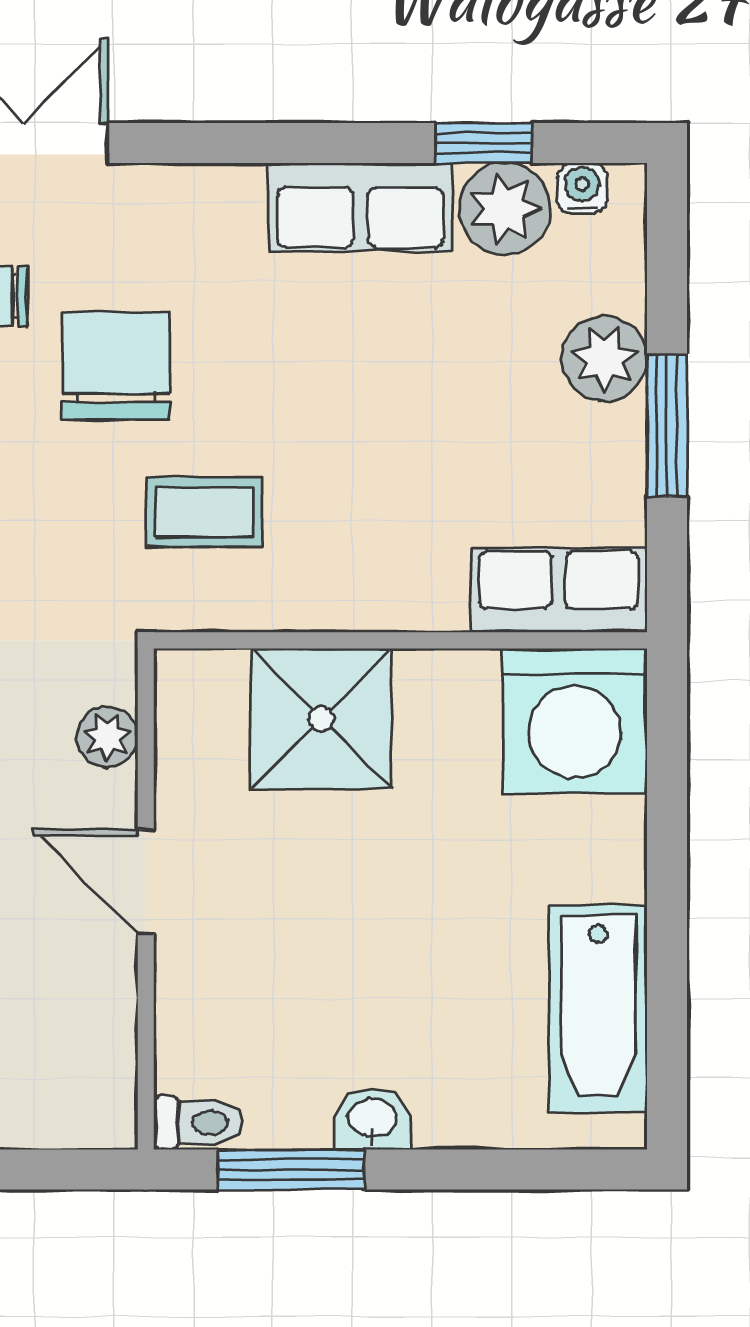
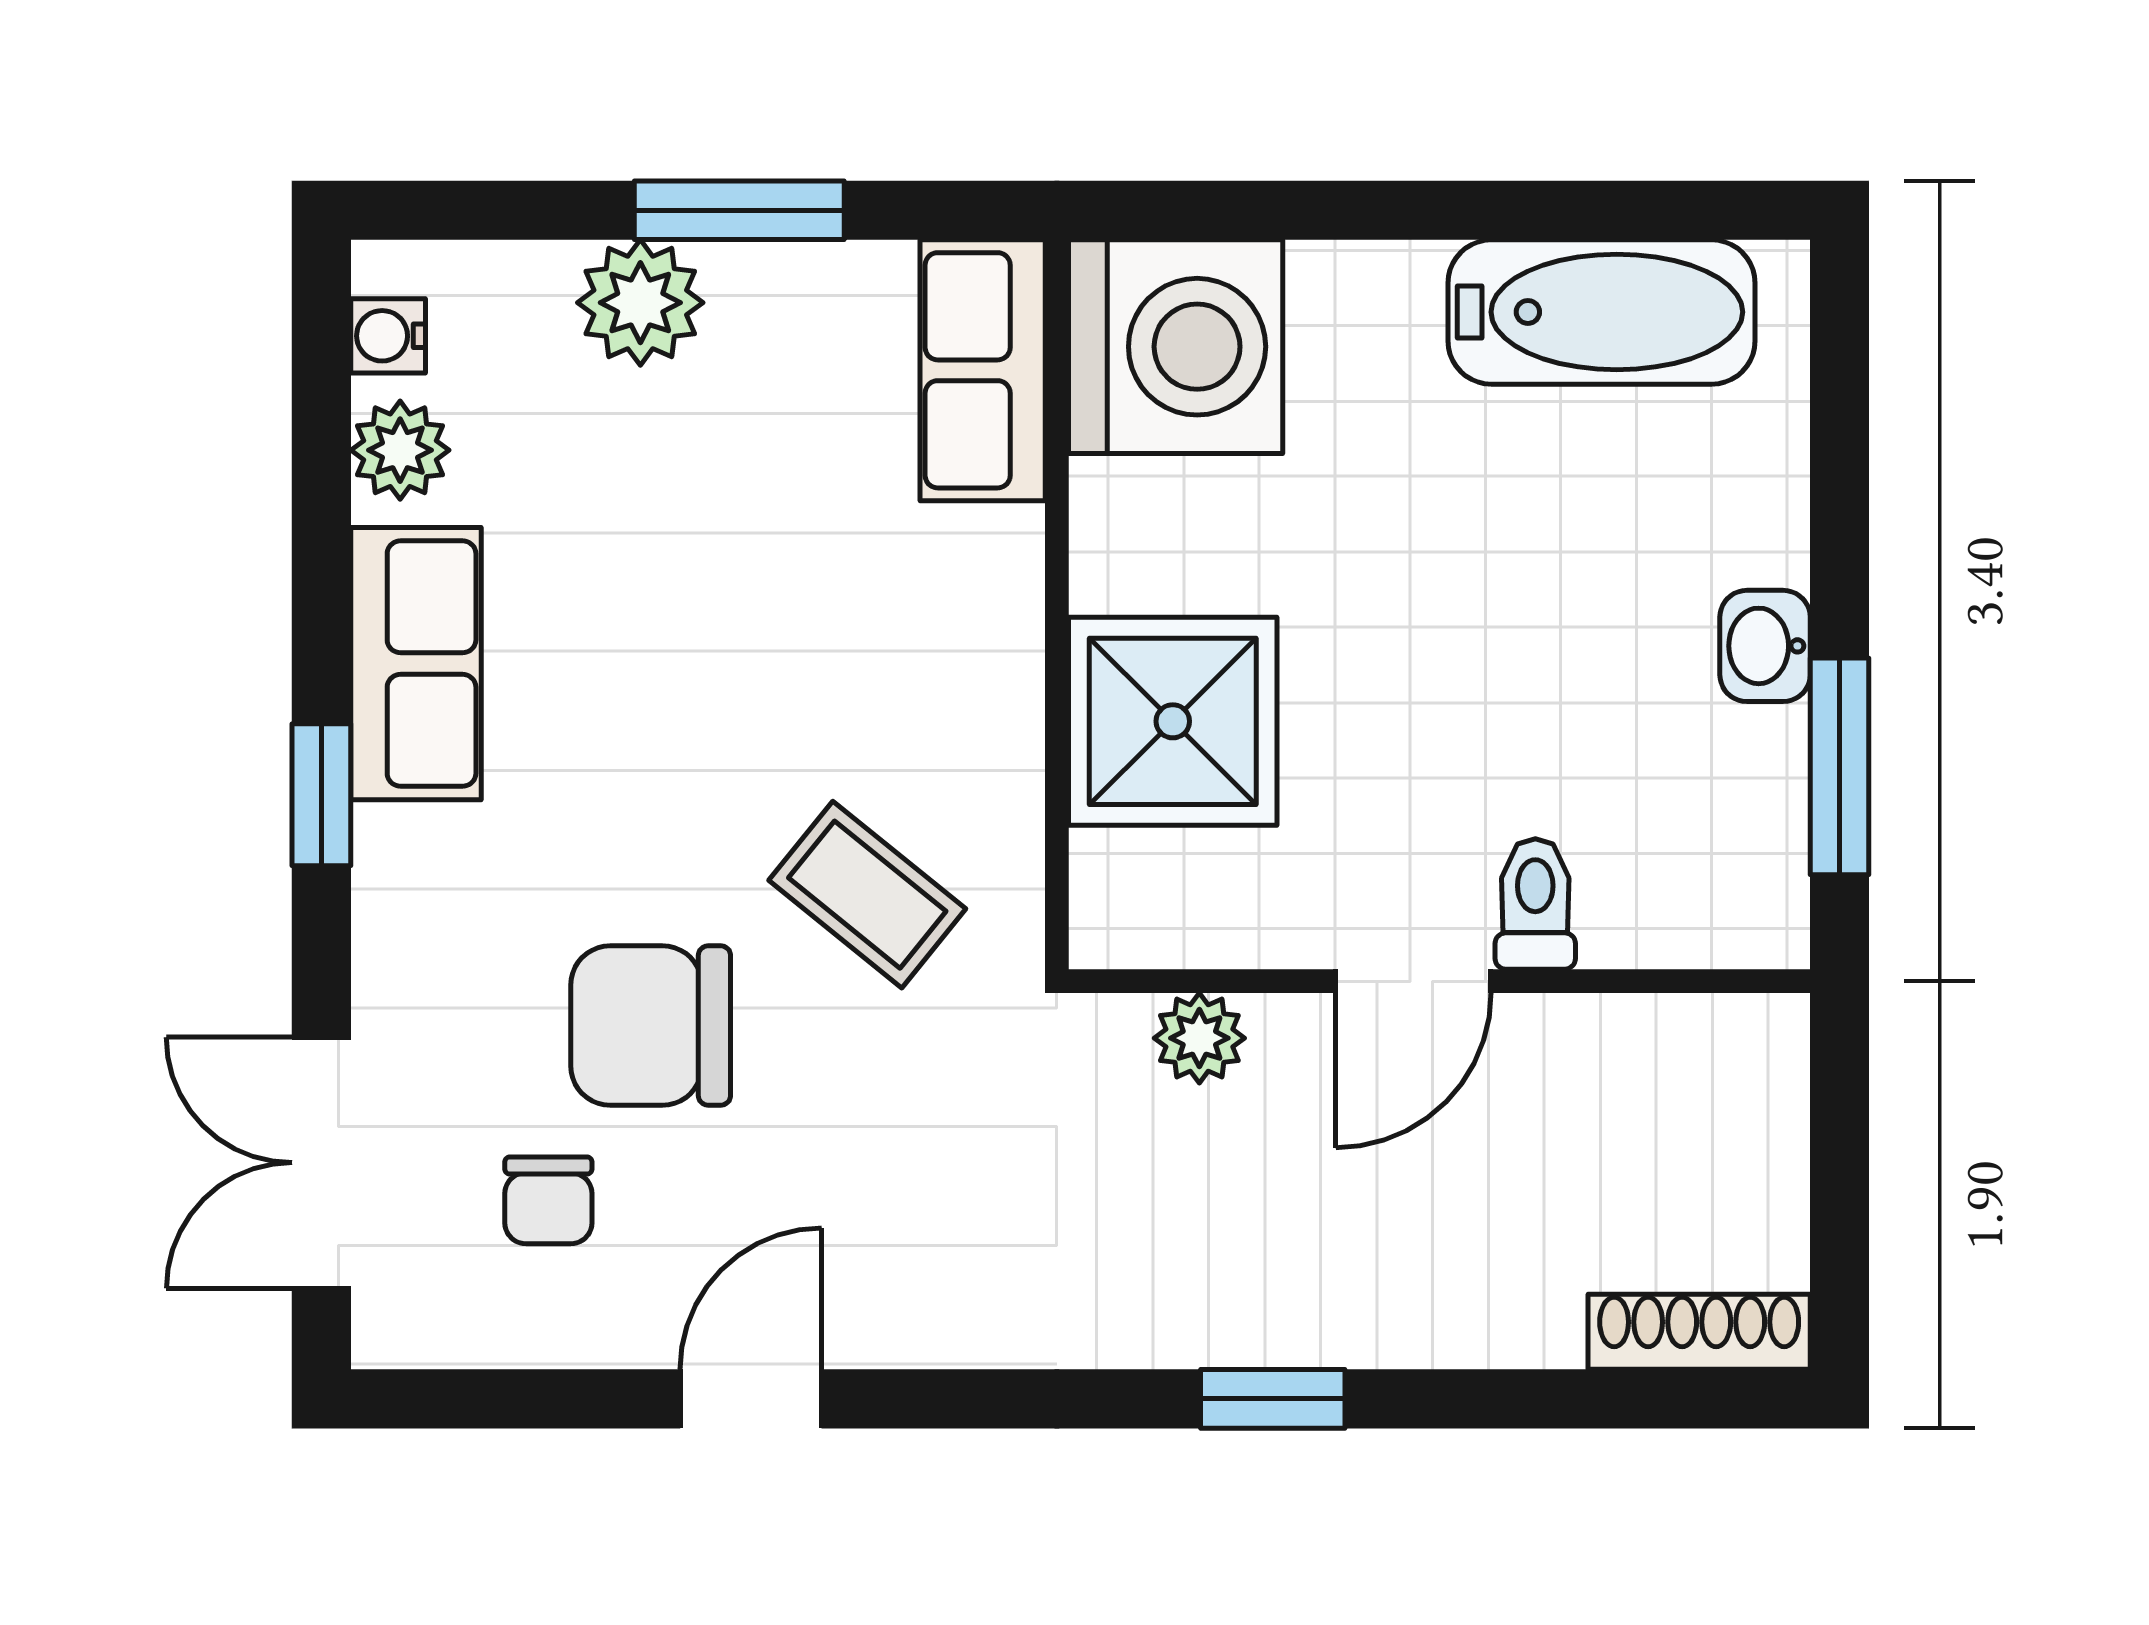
window: (484, 143) -> (321, 795), moved
plant: (505, 209) -> (400, 450), width x0.73, depth x0.73
coffee table: (204, 512) -> (867, 895), turned -51
toilet: (198, 1123) -> (1535, 904), moved

